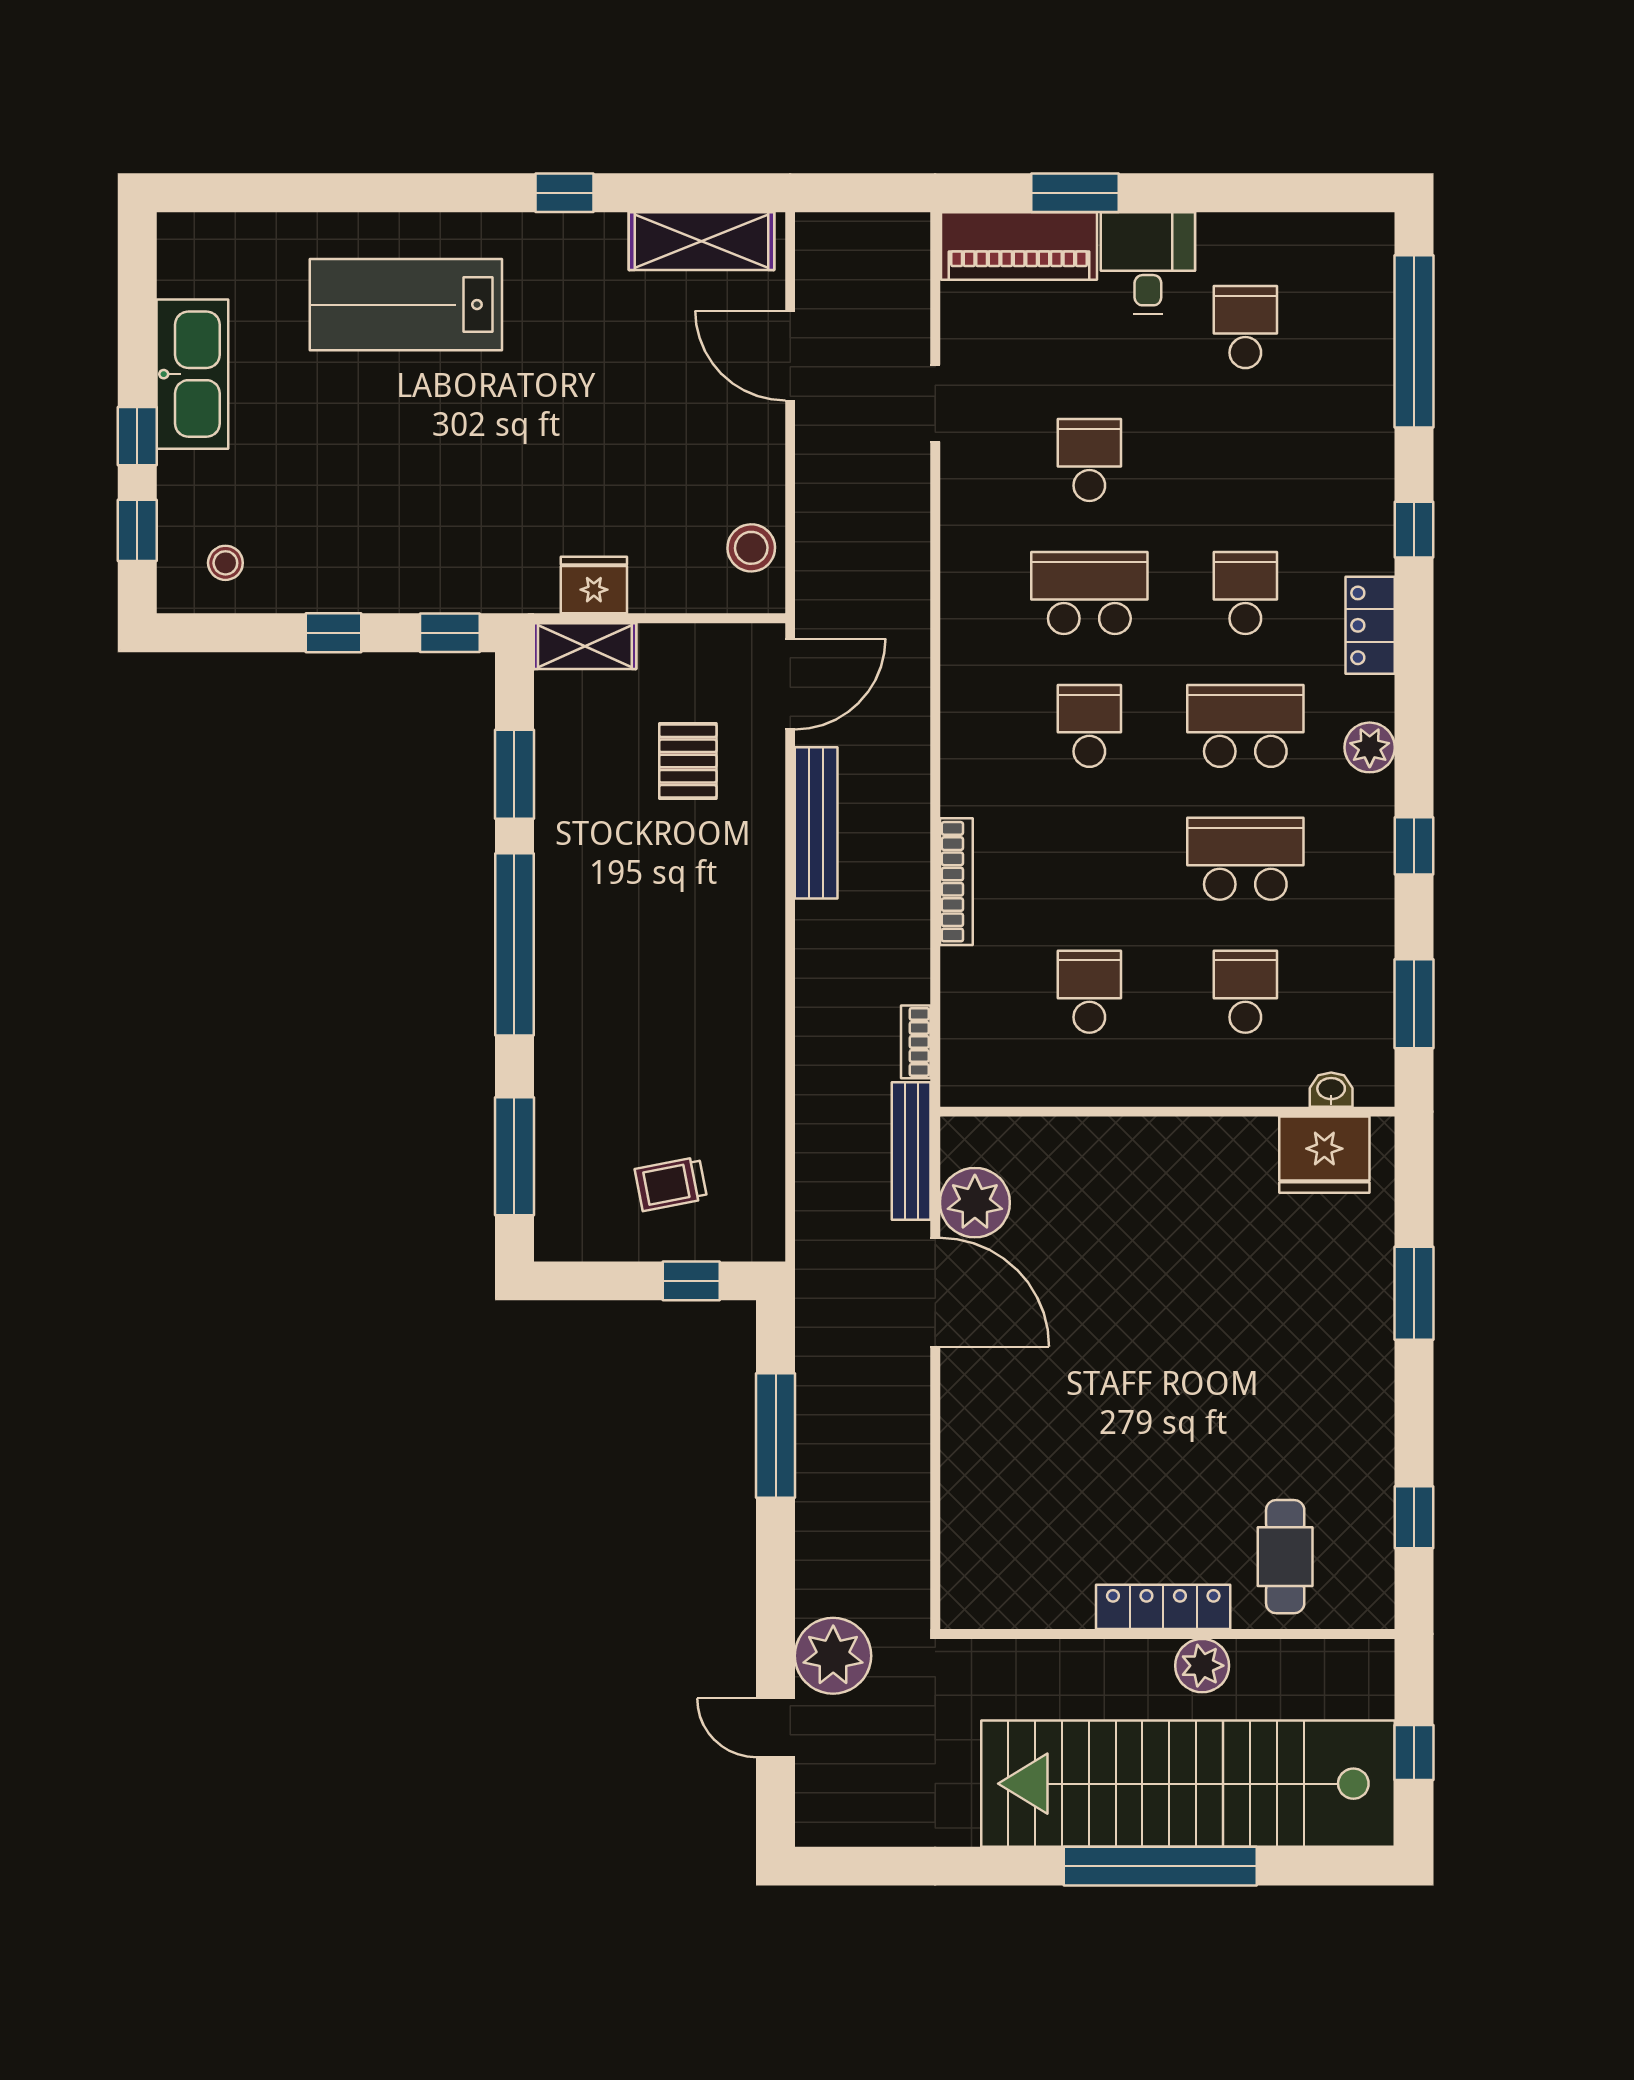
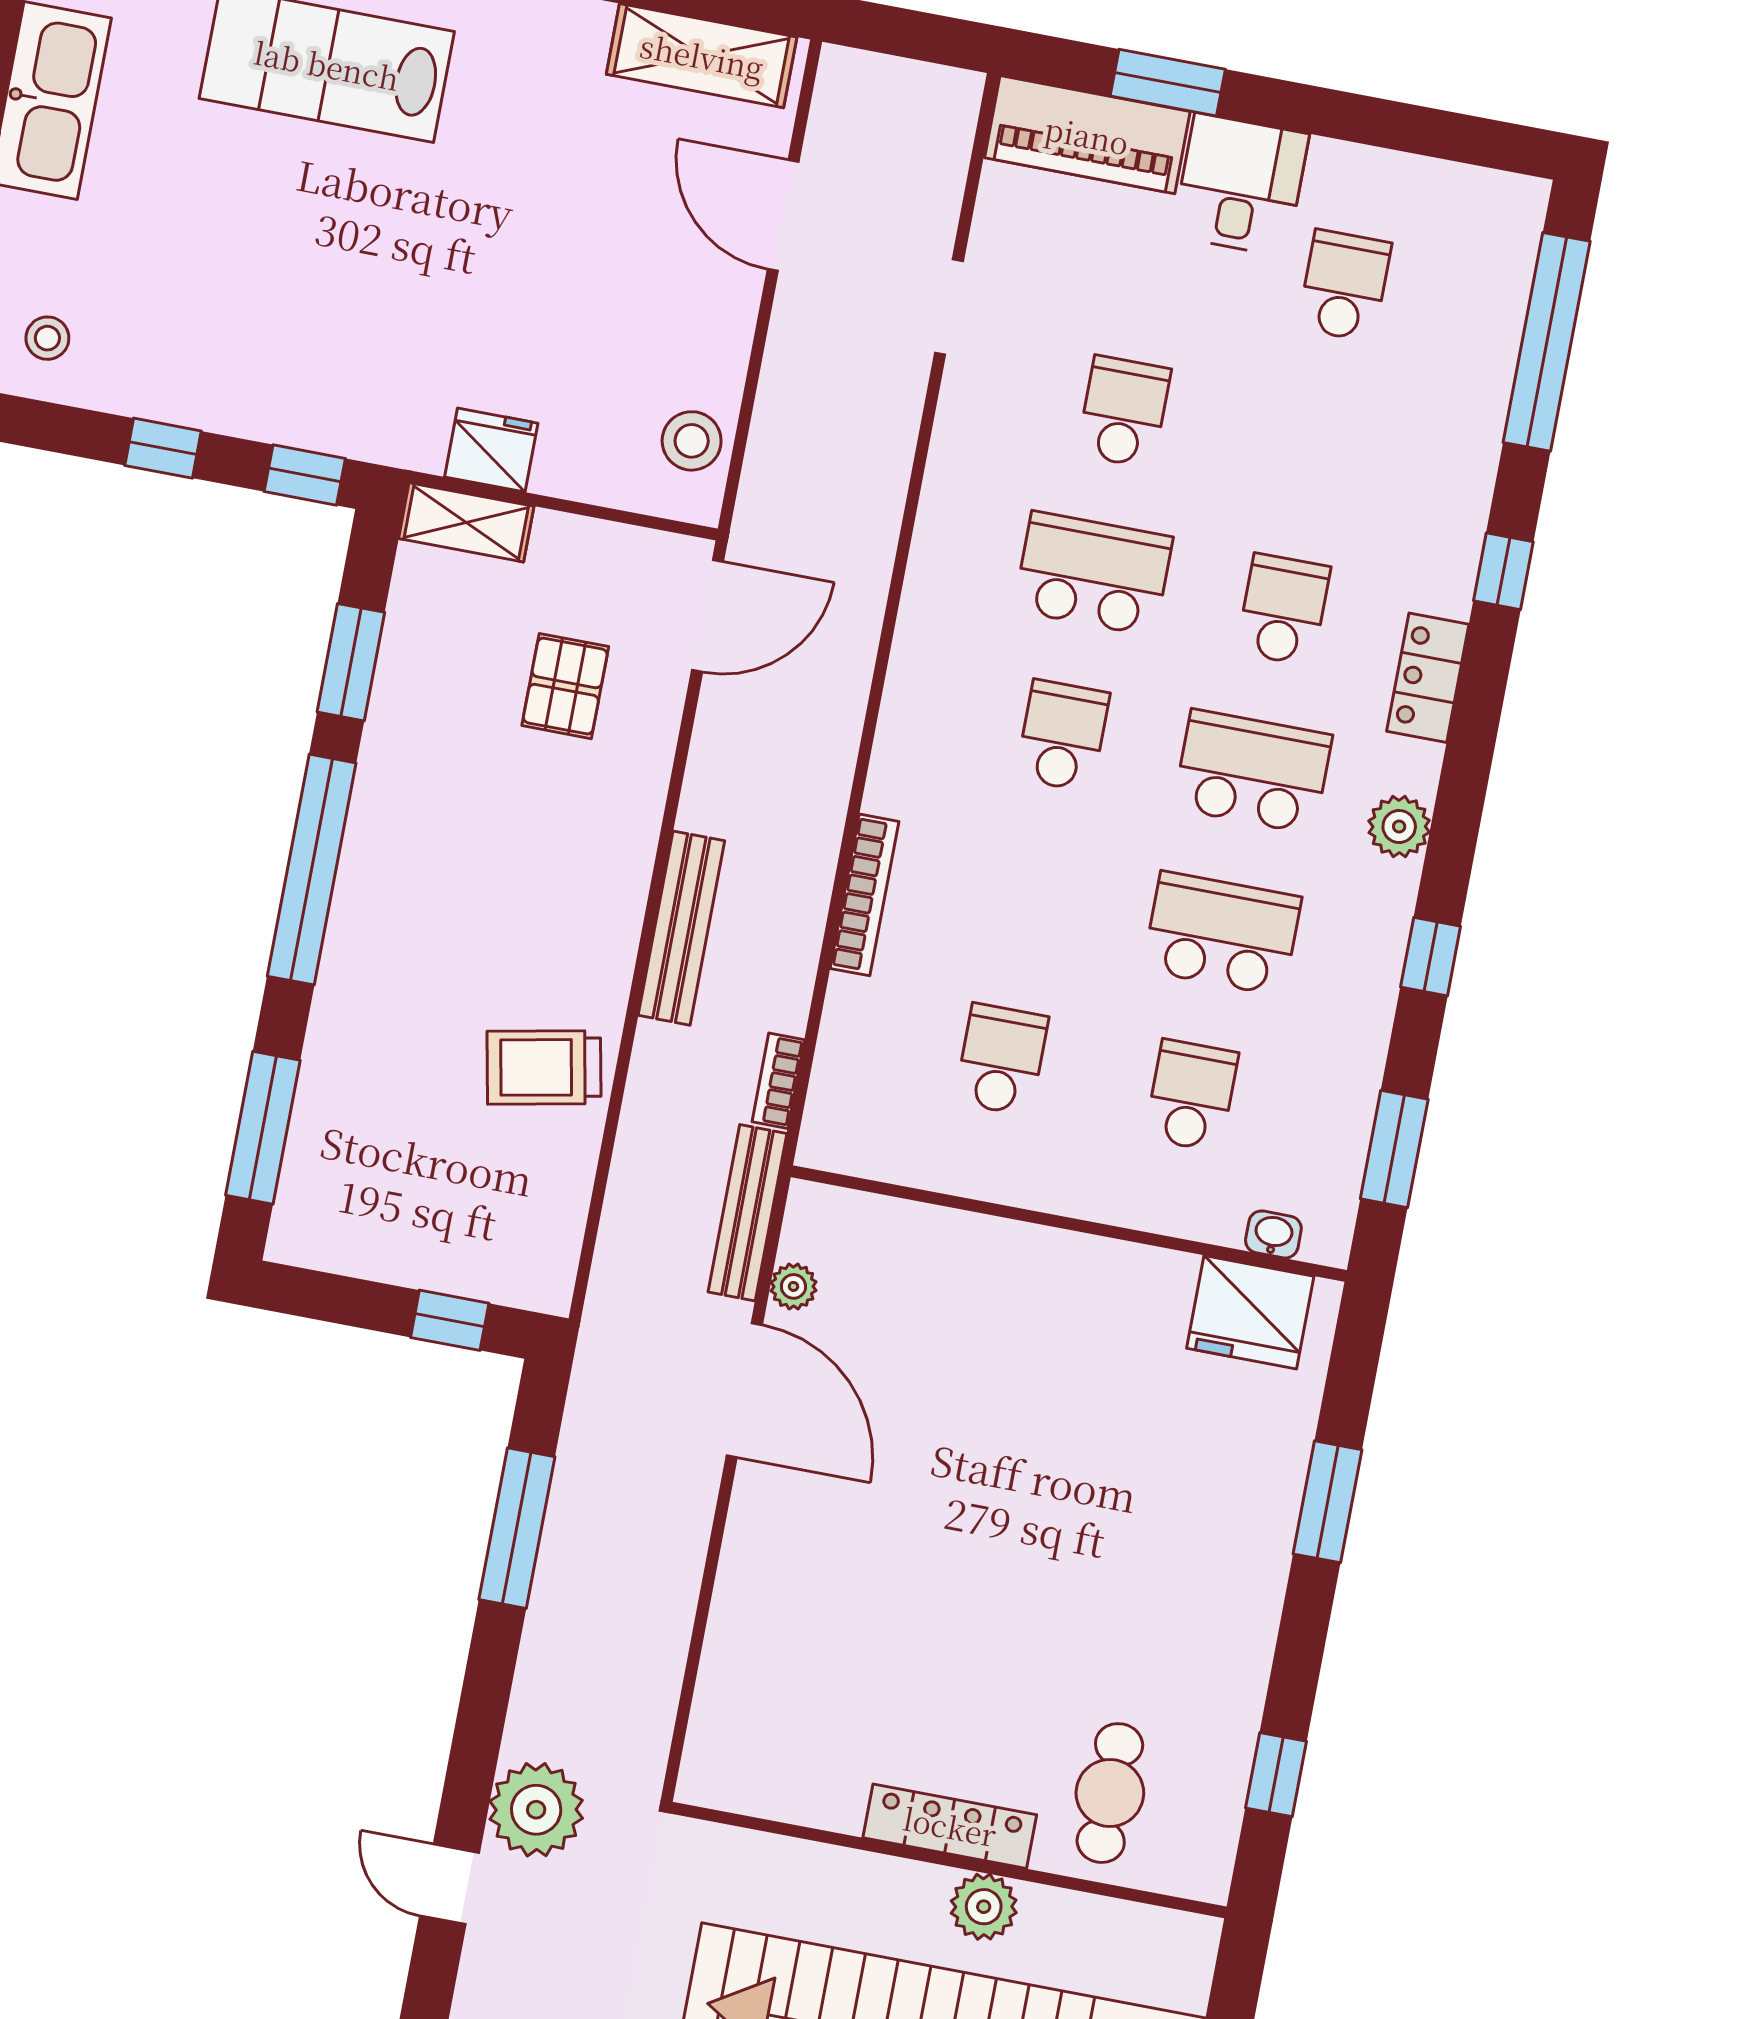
bench: (816, 823) -> (681, 928), moved
trolley: (671, 1184) -> (544, 1067), moved, width x1.36, depth x1.39
plant: (975, 1203) -> (793, 1286), width x0.53, depth x0.53

